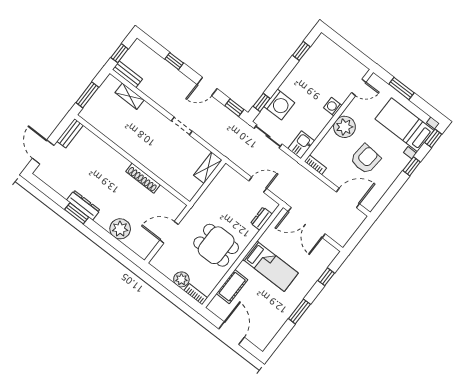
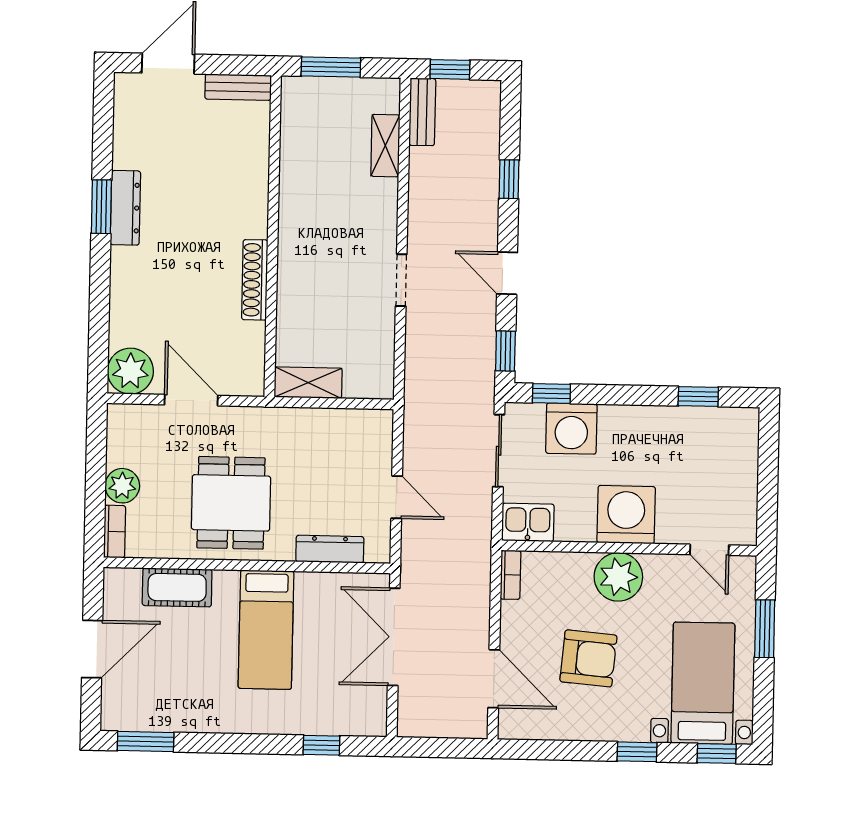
washing machine: (333, 107) -> (626, 515), width x1.89, depth x1.89
shelving: (208, 168) -> (308, 383), moved
dresser: (261, 219) -> (330, 549), width x1.44
plant: (120, 229) -> (130, 371), moved
window: (299, 311) -> (146, 742), moved

